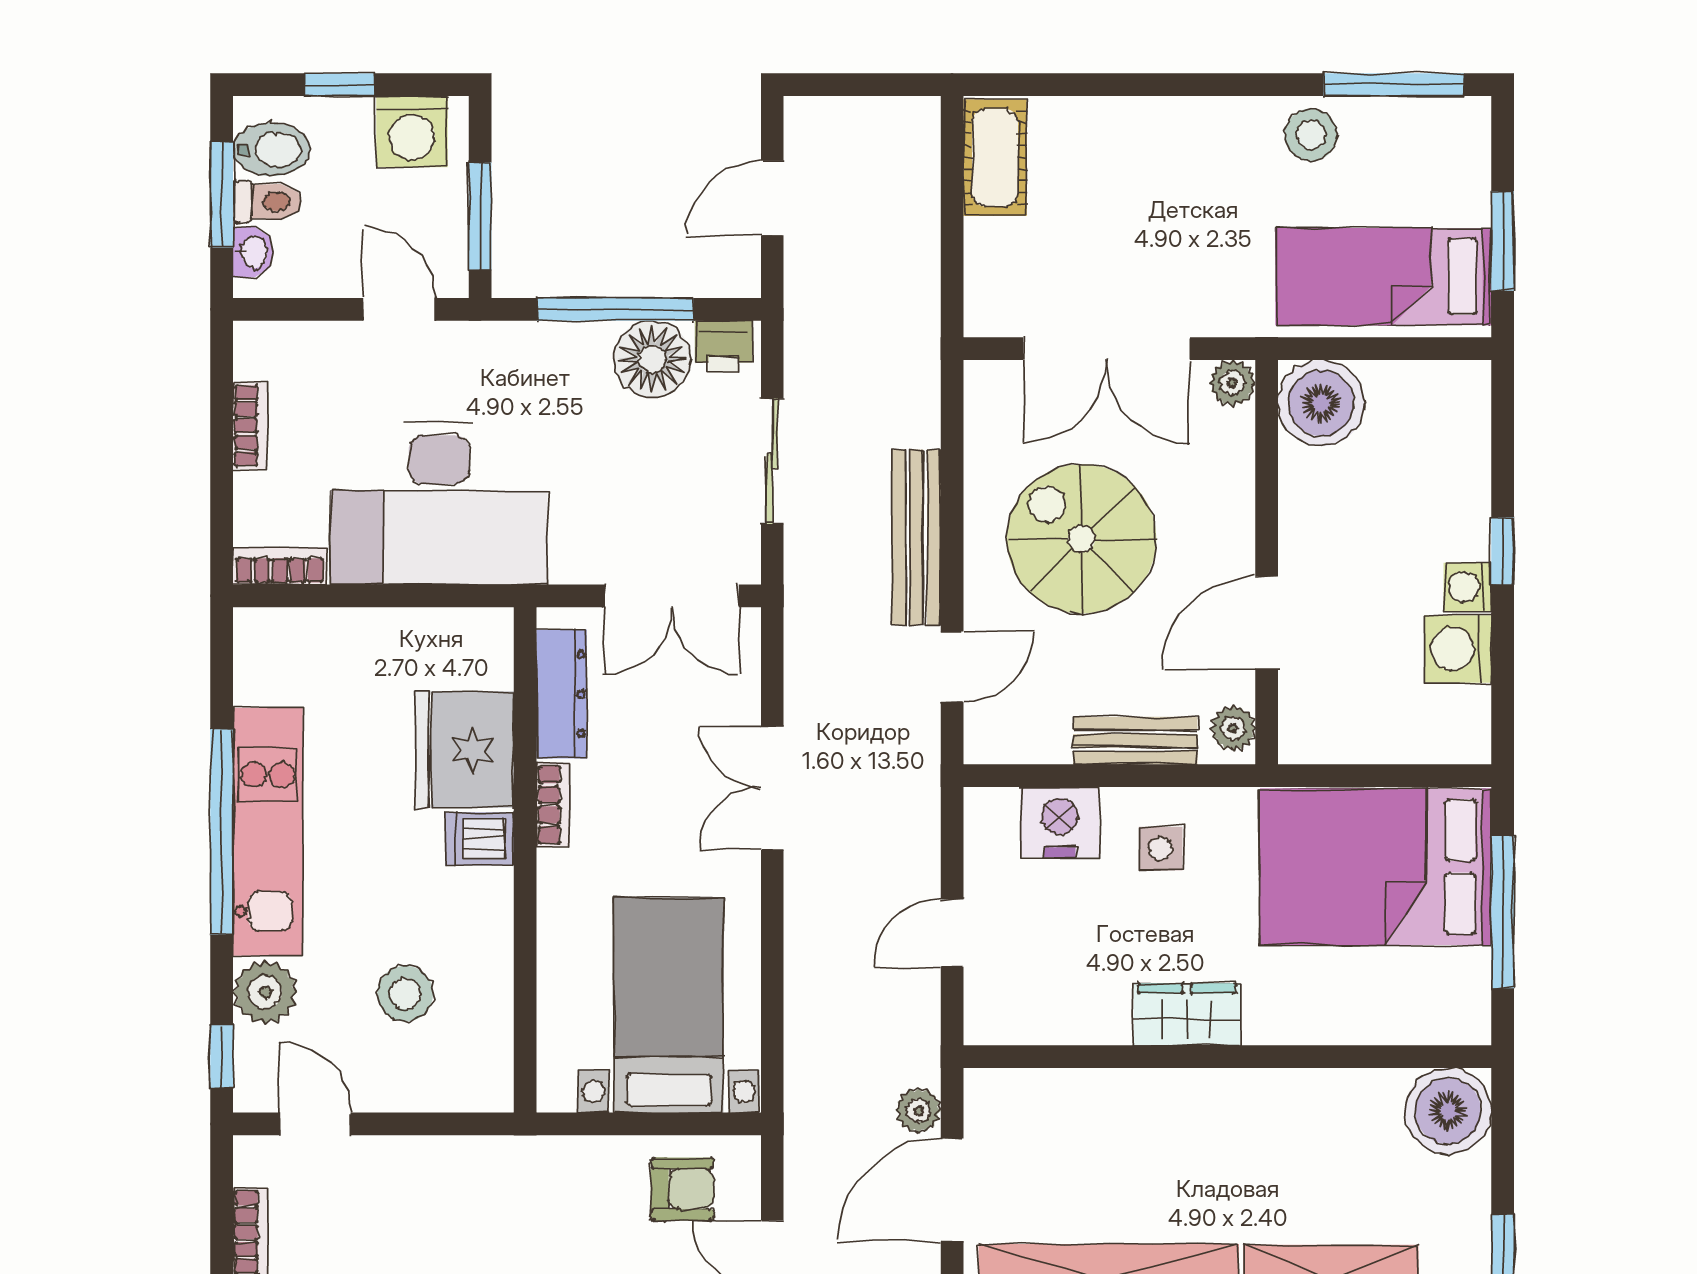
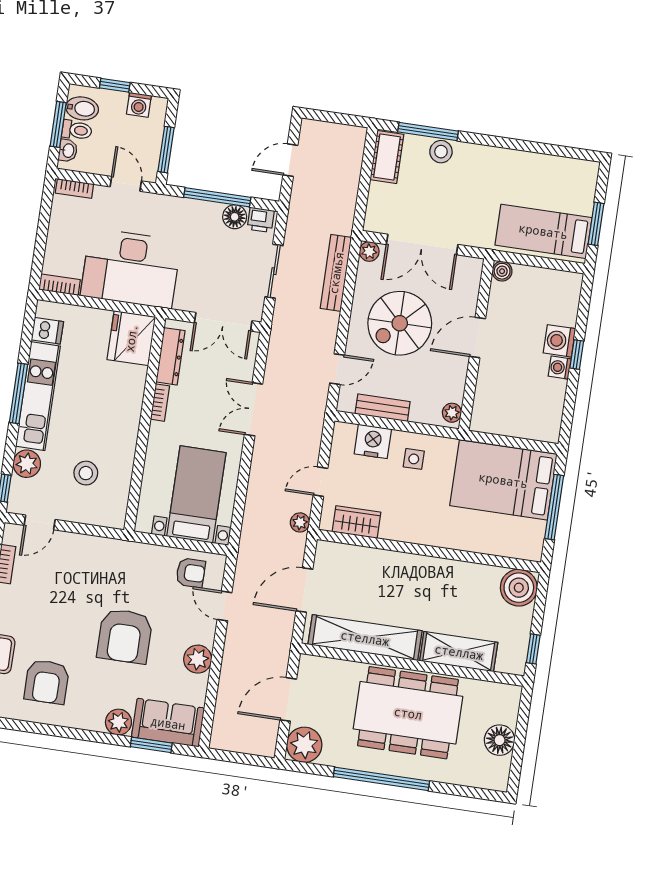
window: (1394, 85) -> (428, 131), moved
washing machine: (412, 131) -> (139, 105), width x0.73, depth x0.73
stool: (1311, 135) -> (441, 152), moved
floor lamp: (652, 359) -> (235, 217), width x0.73, depth x0.73
plant: (1232, 383) -> (369, 251), moved
boiler: (1321, 403) -> (502, 271), width x0.54, depth x0.54
bookcase: (250, 426) -> (74, 188), moved, turned 90
bench: (916, 537) -> (336, 273), moved
spiral stairs: (1082, 539) -> (400, 323), turned -90
door: (1267, 623) -> (477, 337), moved
washing machine: (1458, 649) -> (559, 341), moved
bench: (1135, 741) -> (383, 408), moved
fridge: (465, 750) -> (131, 338), moved
window: (222, 832) -> (18, 393), width x0.68
dishwasher: (479, 839) -> (47, 331), moved, turned 180
wardrobe: (1187, 1014) -> (356, 522), moved
plant: (918, 1111) -> (300, 522), moved
door: (315, 1124) -> (40, 522), swing flipped

